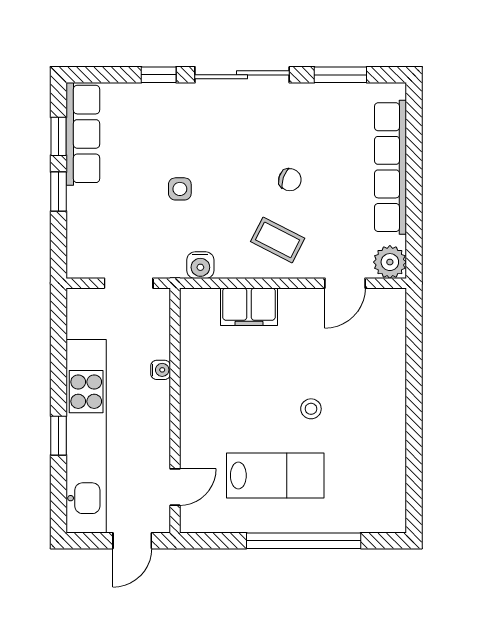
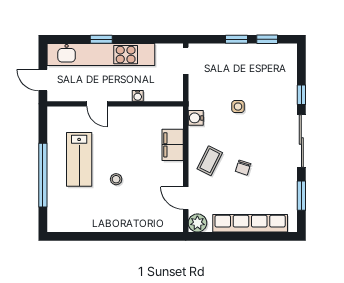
row of seats: (83, 134) -> (268, 53), removed
doorway: (129, 283) -> (186, 61), moved
door: (175, 487) -> (97, 104), moved

